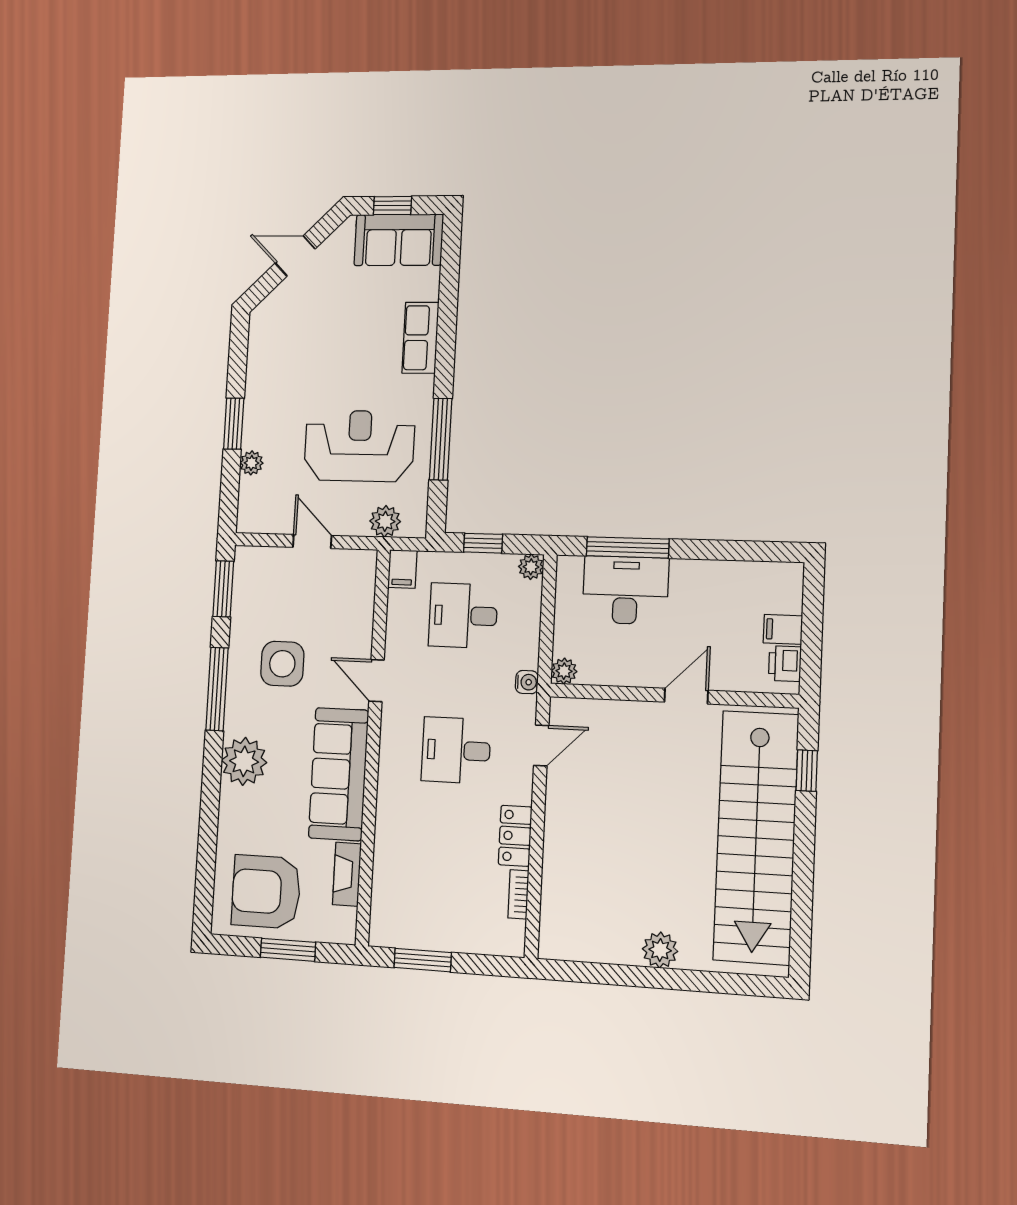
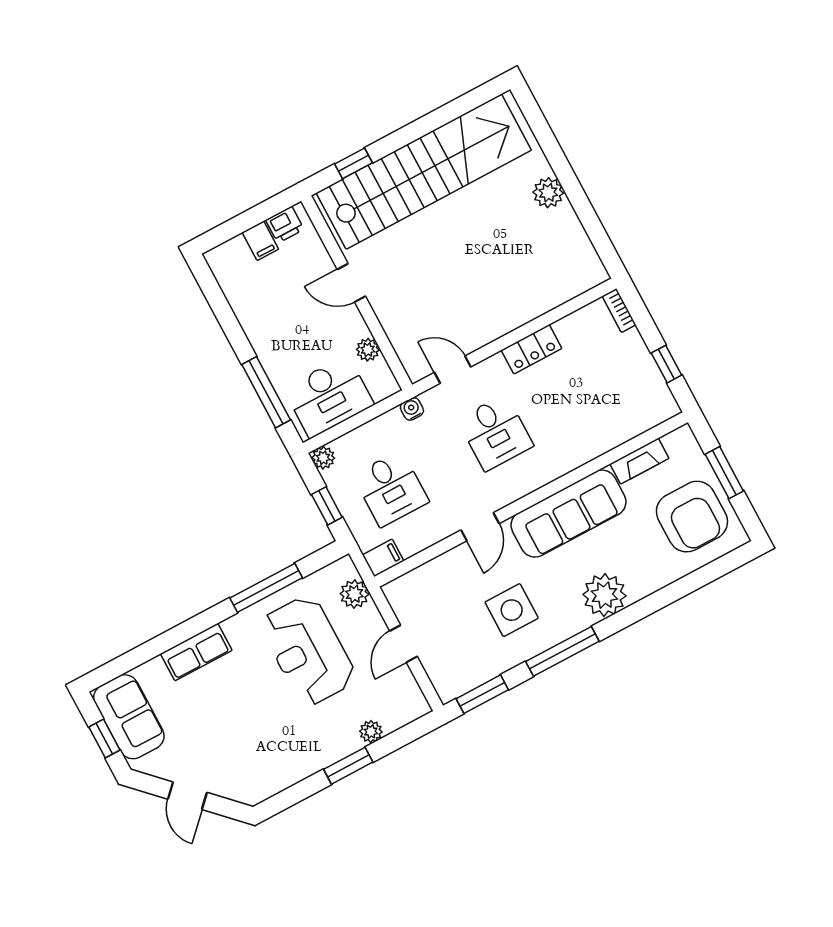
desk: (625, 590) -> (329, 397), moved, turned -90
plant: (564, 671) -> (368, 350), moved
bookcase: (518, 894) -> (619, 310), moved, turned 90
window: (423, 960) -> (666, 364), width x0.67

